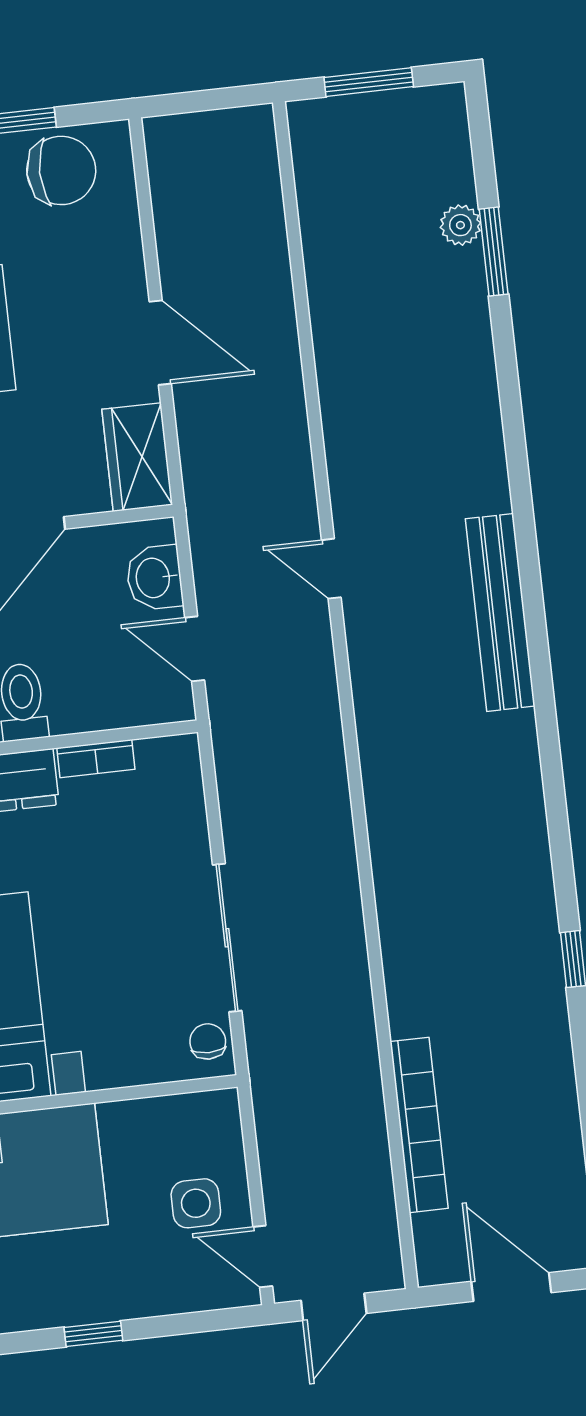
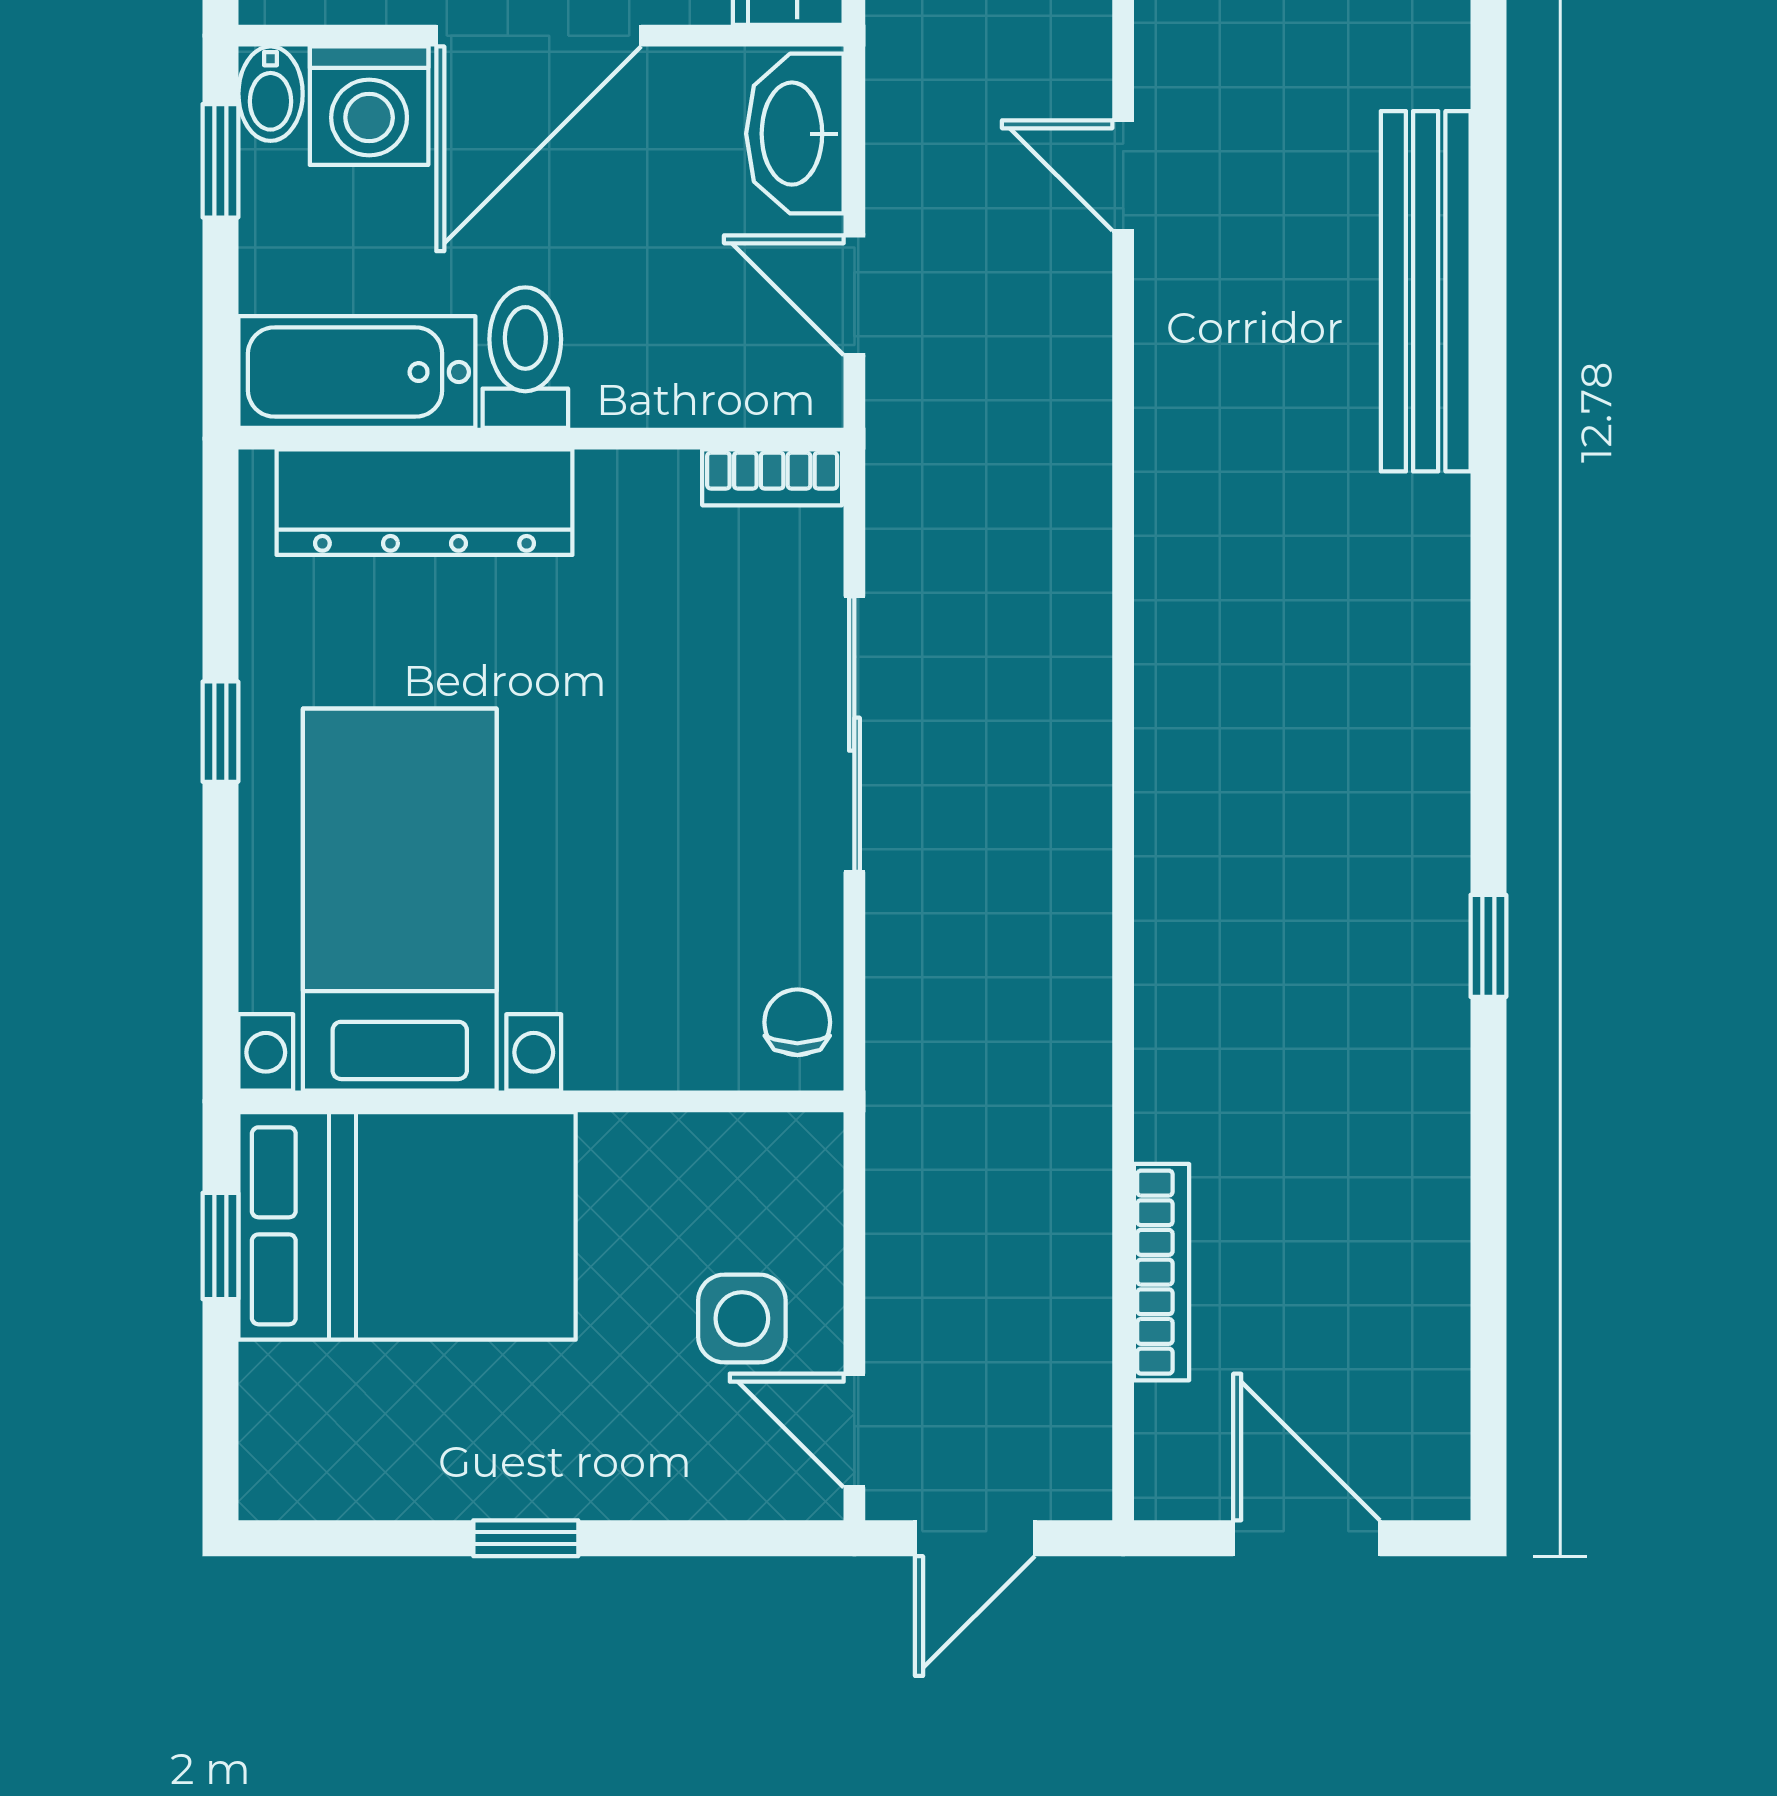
washbasin: (154, 578) -> (795, 134), width x1.38
bookcase: (96, 759) -> (772, 477), moved
sliding door: (227, 938) -> (854, 734), moved
bookcase: (419, 1125) -> (1162, 1272), width x0.68, depth x0.76

